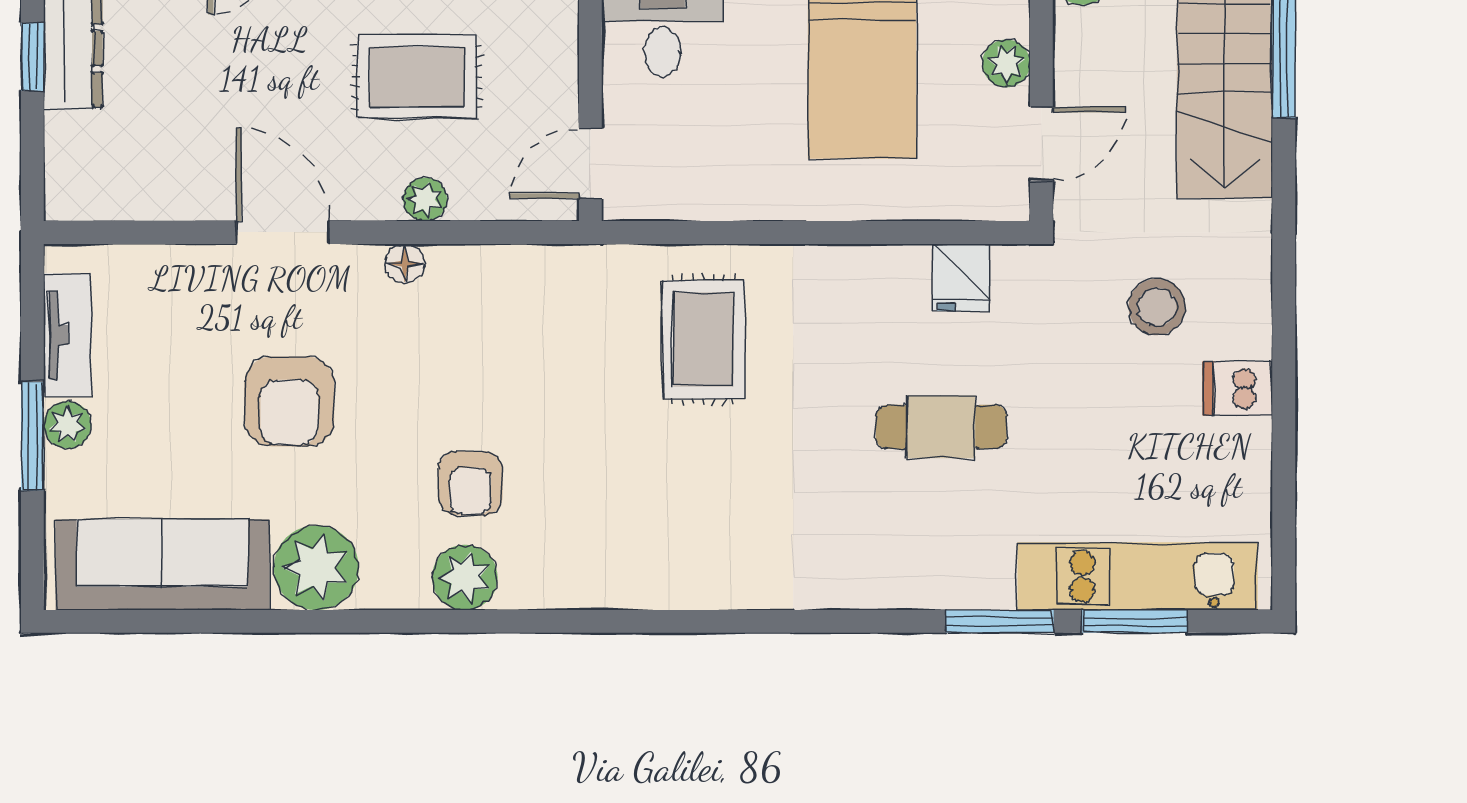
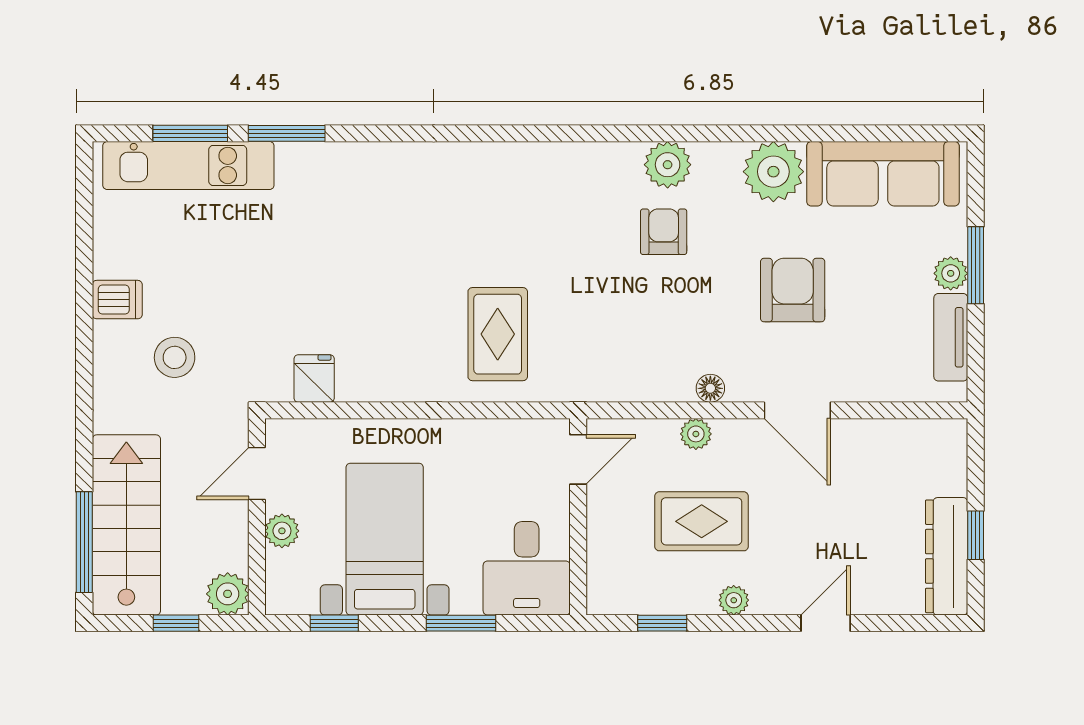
cafe table: (941, 427) -> (328, 272), removed

